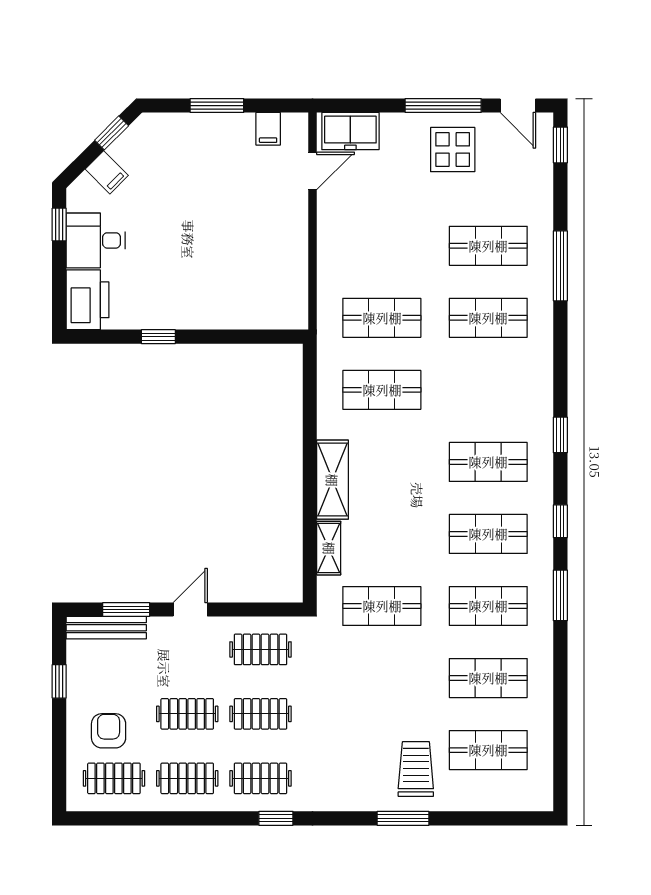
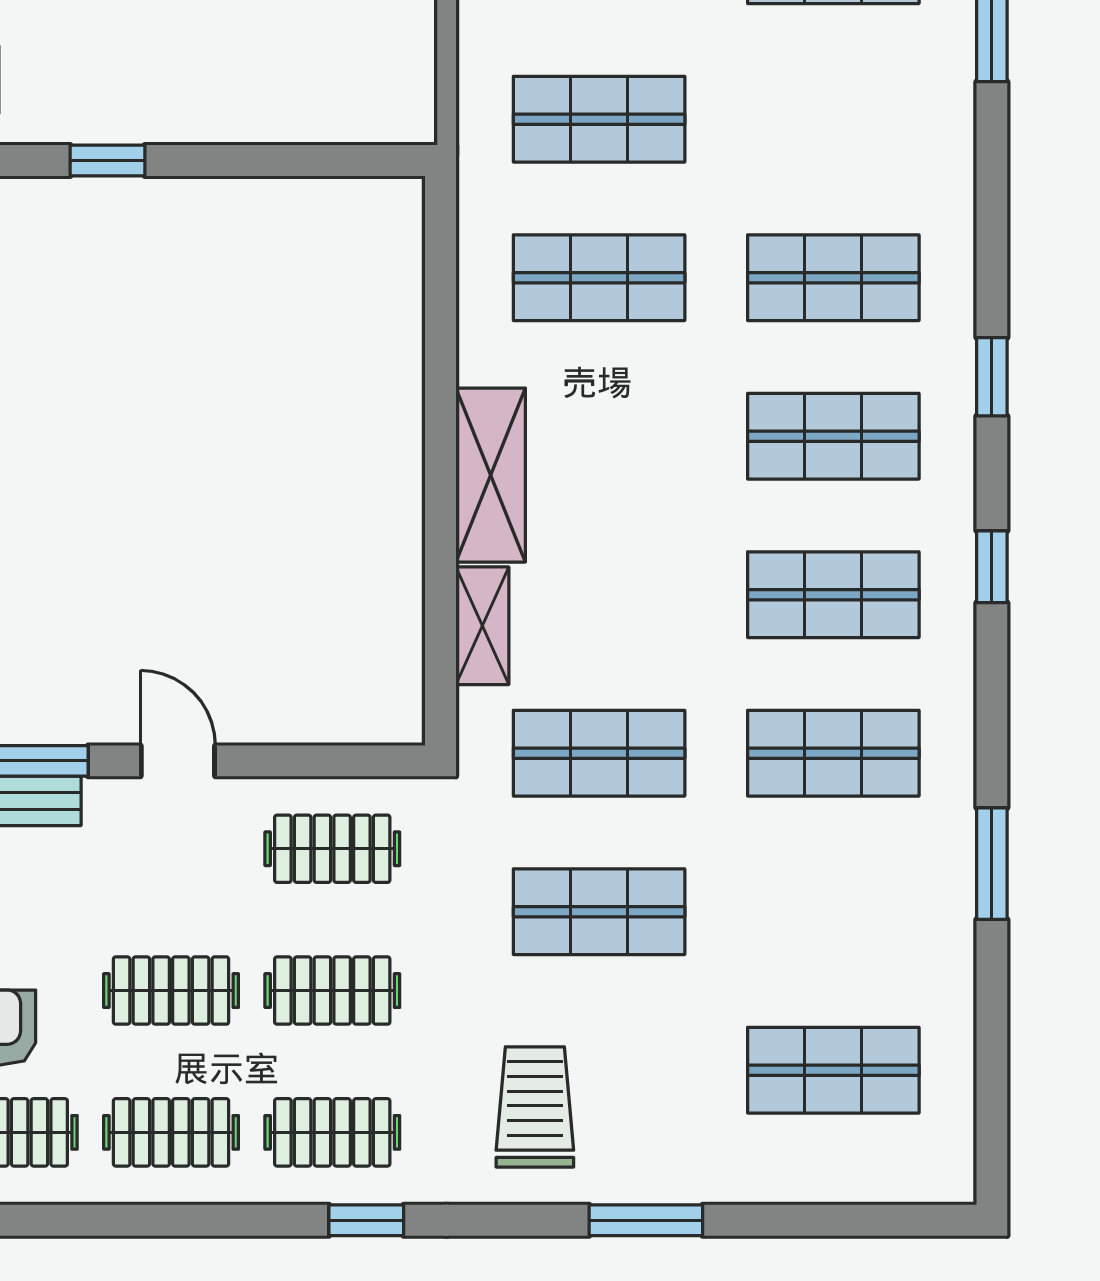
shop shelf: (488, 318) -> (833, 278), moved
window: (560, 595) -> (992, 864), moved
door: (190, 609) -> (178, 761), hinge flipped
shop shelf: (488, 678) -> (599, 912), moved
trolley: (416, 769) -> (535, 1107), moved

